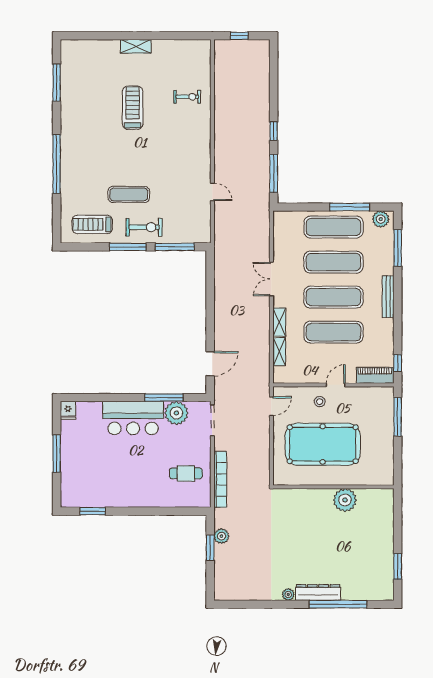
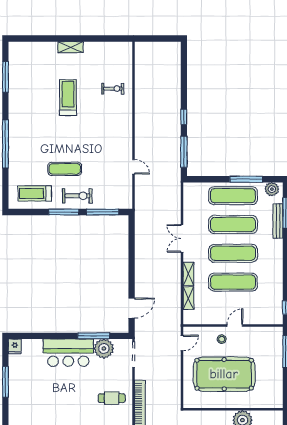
window: (239, 36) -> (156, 38), removed
bench: (388, 297) -> (278, 221), moved
piano: (375, 375) -> (267, 318), removed

